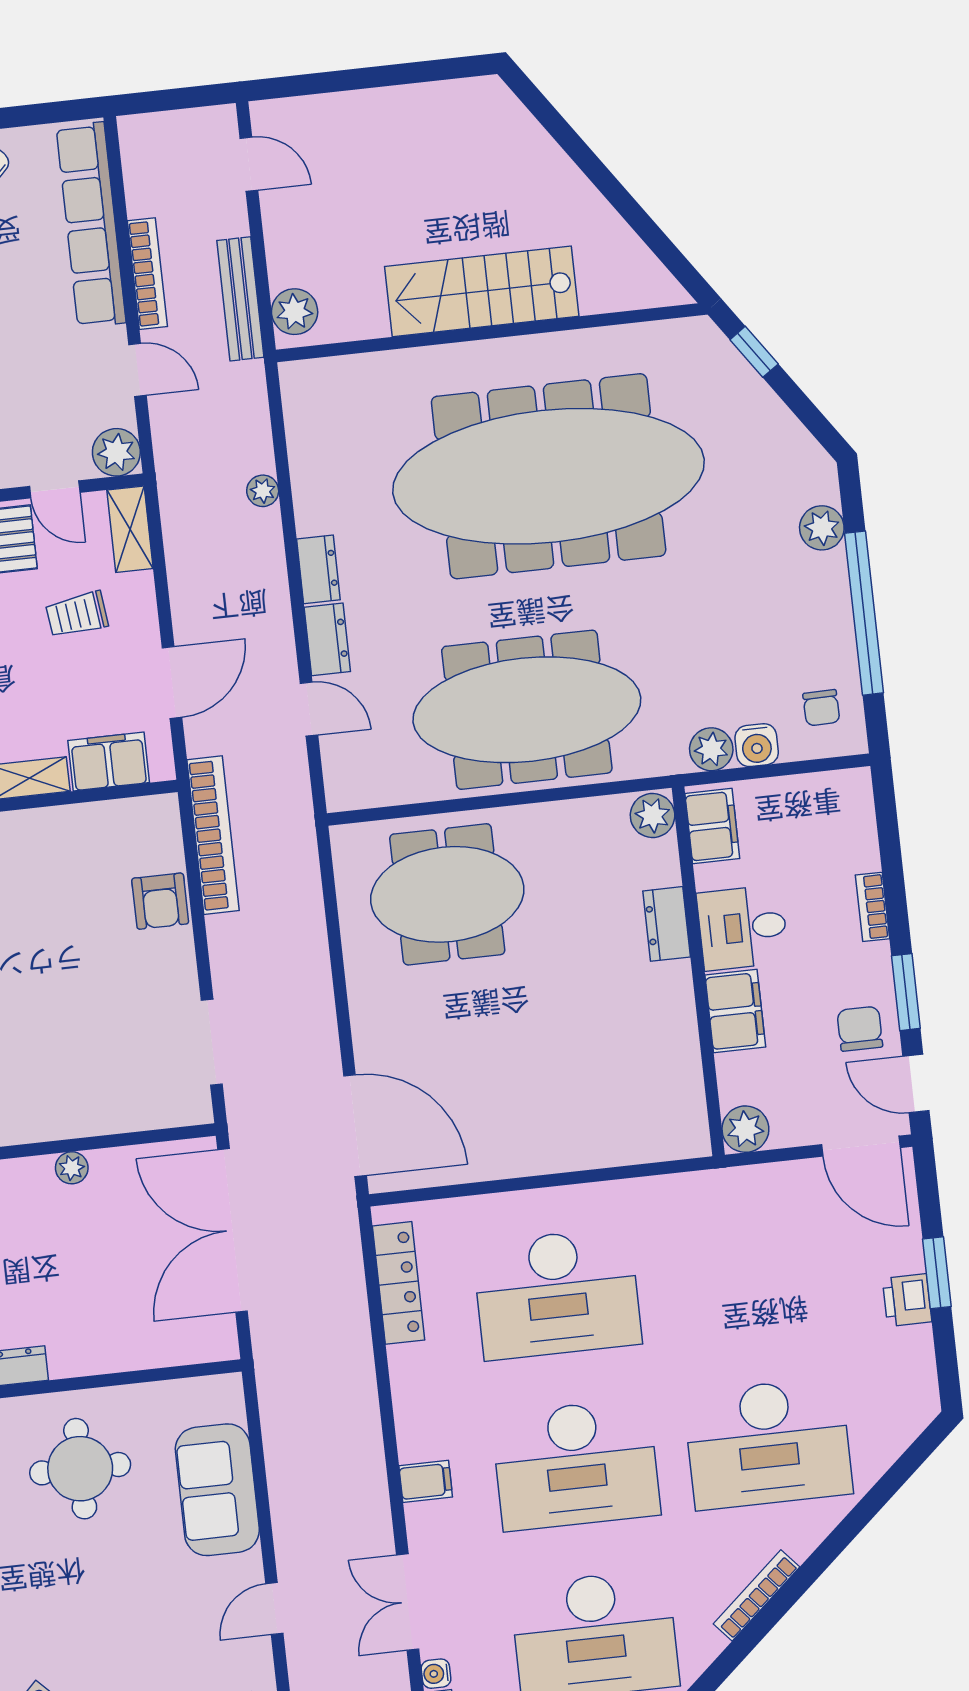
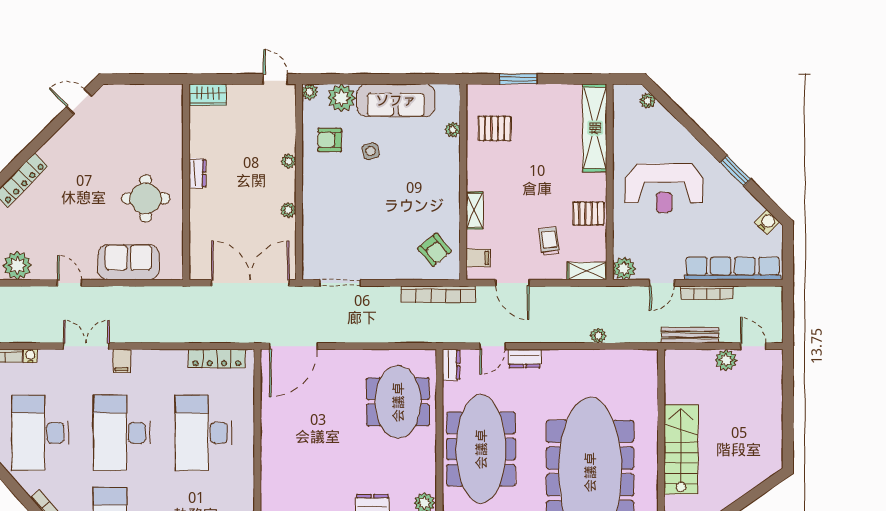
door: (249, 164) -> (753, 346), swing flipped
plant: (295, 312) -> (726, 360), moved
door: (55, 489) -> (610, 237), removed
dresser: (318, 569) -> (451, 365), moved, turned -90
filing cabinet: (109, 762) -> (478, 258), width x0.50
armchair: (160, 901) -> (435, 250), moved, turned -130
double door: (408, 1602) -> (86, 346), moved

